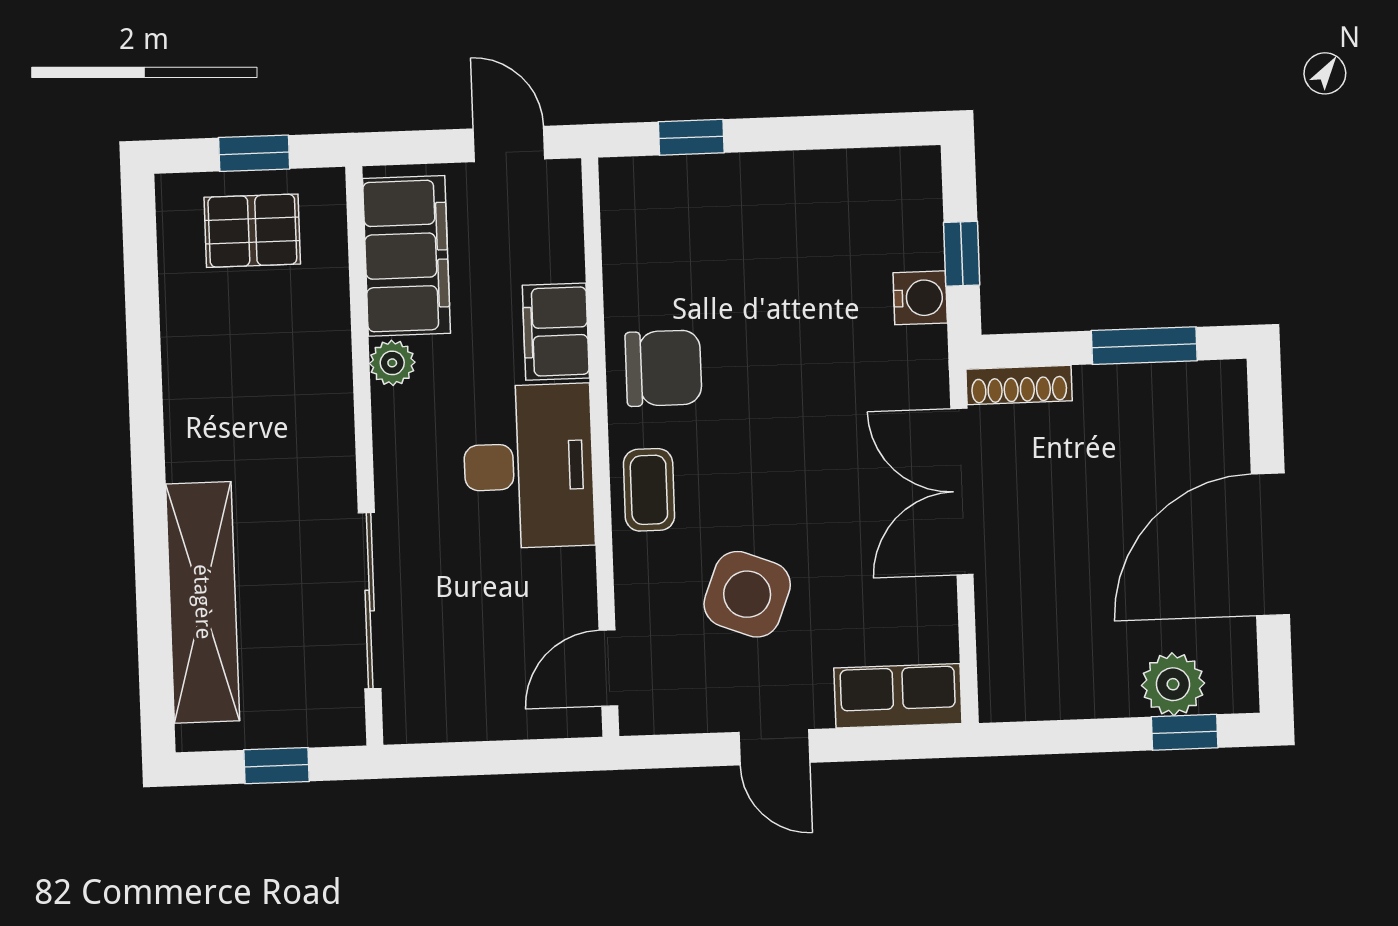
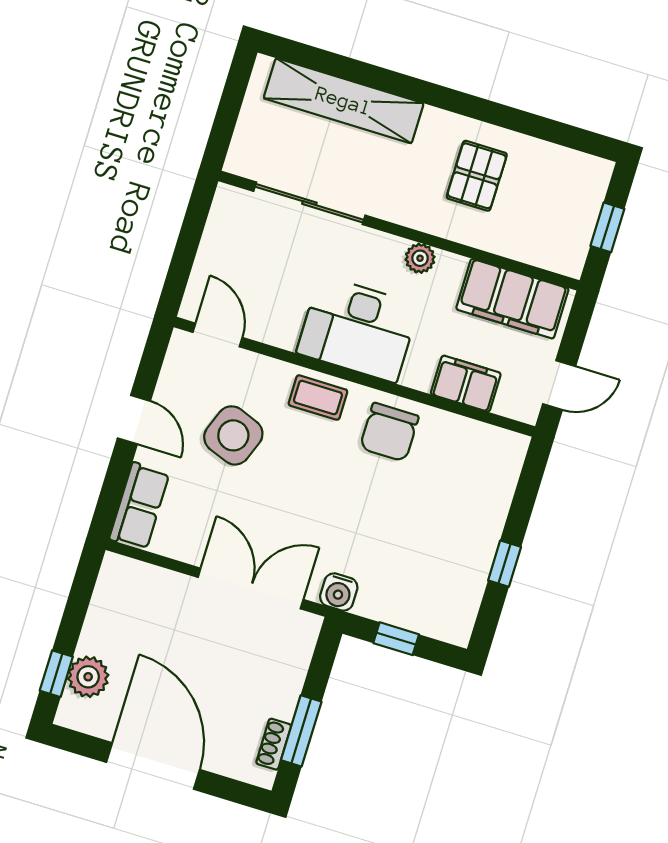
window: (691, 137) -> (505, 564), moved
pallet: (252, 231) -> (477, 176), moved
water cooler: (920, 298) -> (339, 592), moved
filing cabinet: (556, 332) -> (466, 384), moved
plant: (392, 363) -> (420, 258), moved
shoe rack: (1019, 385) -> (274, 744), moved, width x0.70
door: (774, 747) -> (134, 420), swing flipped
window: (276, 766) -> (228, 111), removed

